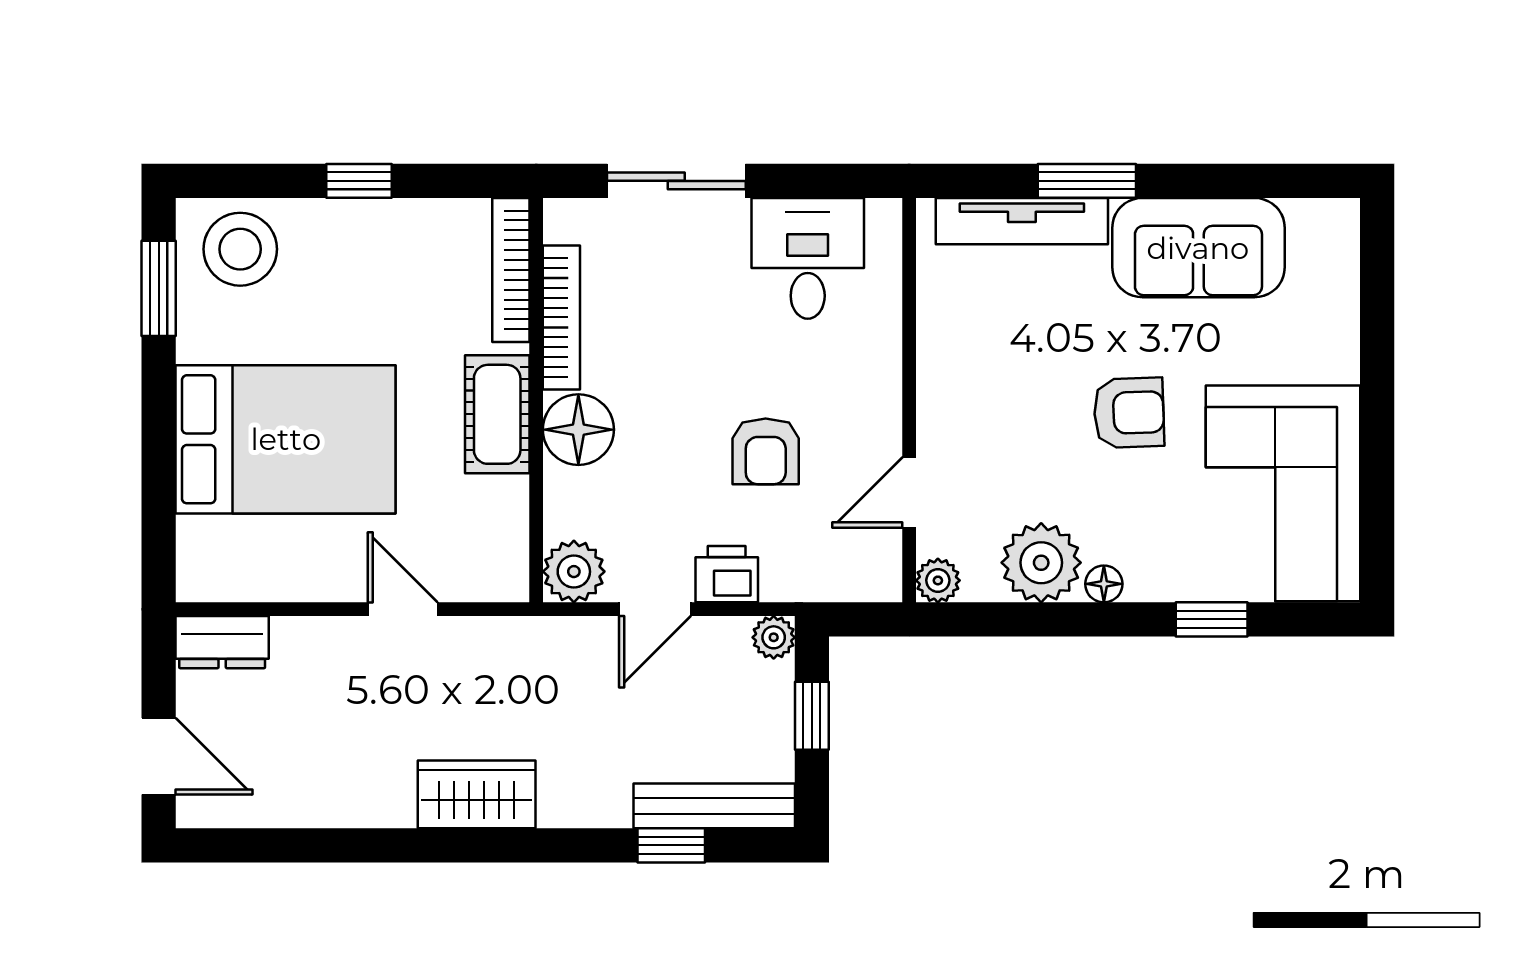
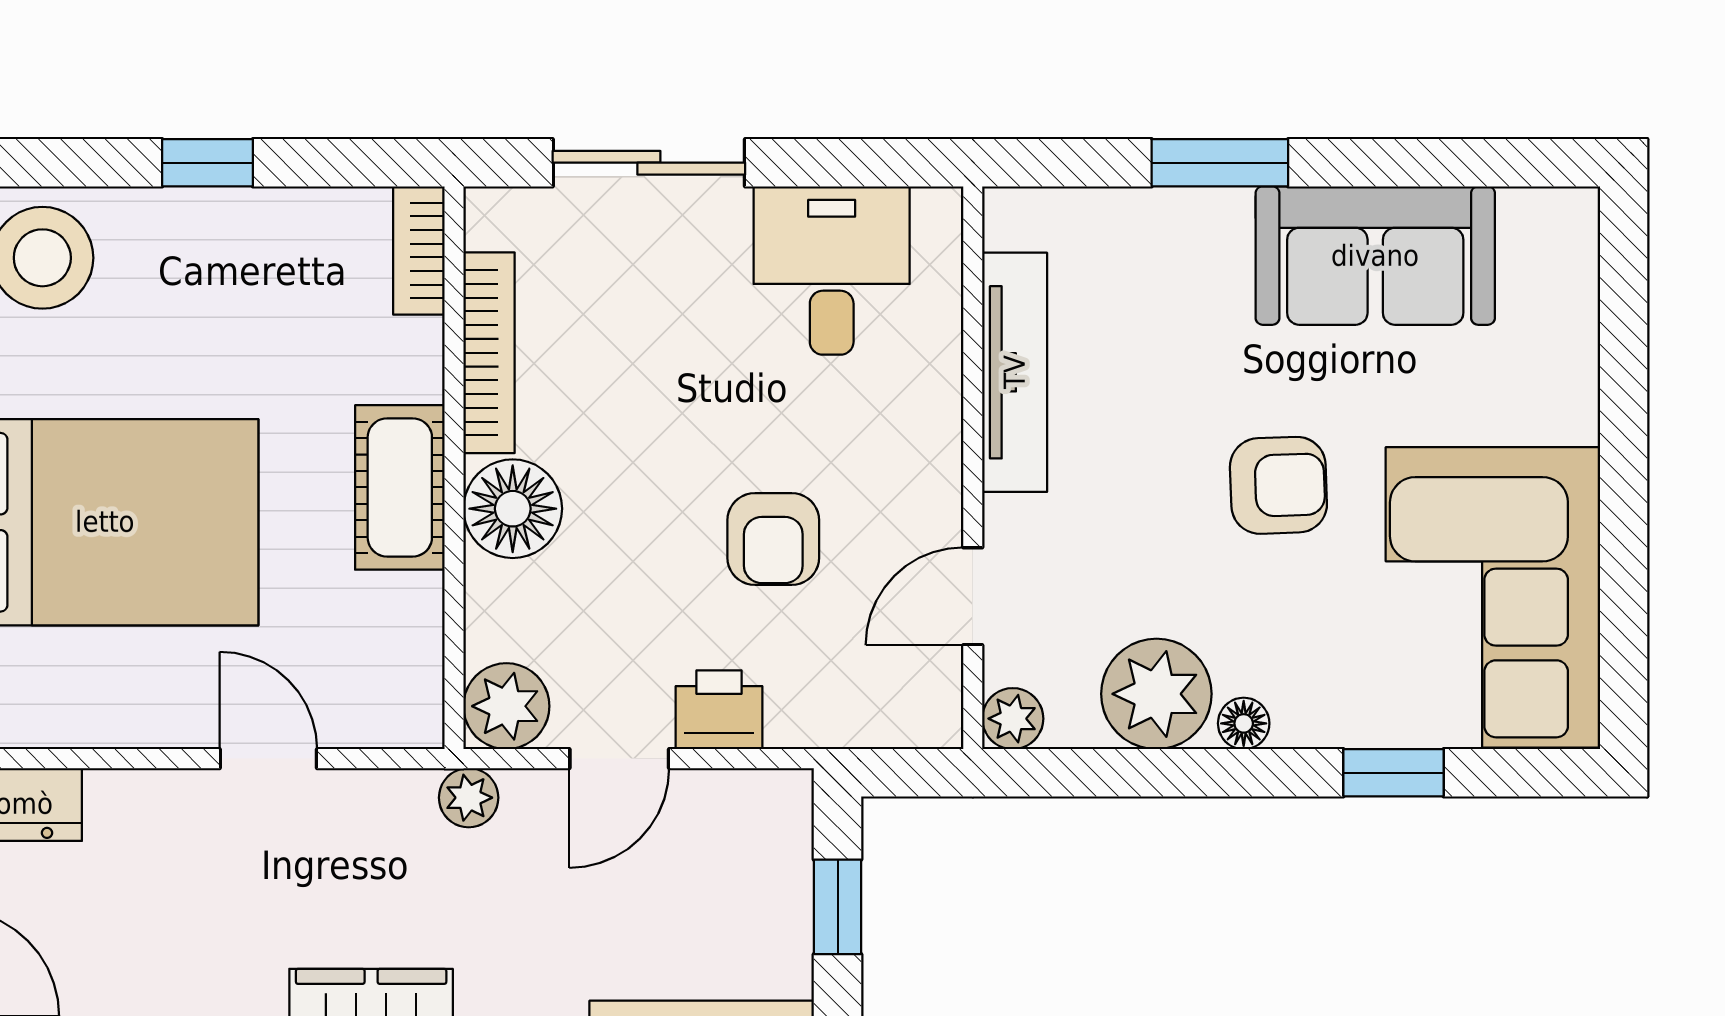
tv unit: (1022, 221) -> (1015, 372), moved, turned -90
bookcase: (511, 270) -> (419, 251), width x0.64
plant: (774, 637) -> (469, 798), moved

